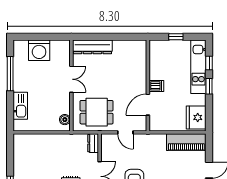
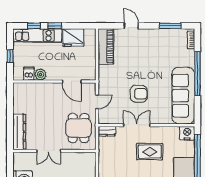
plant: (156, 70) -> (41, 75), added
double door: (71, 79) -> (49, 151), swing flipped
dishwasher: (156, 86) -> (29, 74), moved
fridge: (196, 117) -> (73, 38), moved
boiler: (65, 120) -> (85, 157), removed

